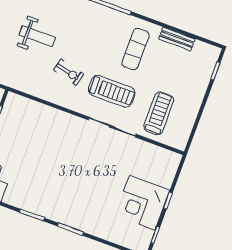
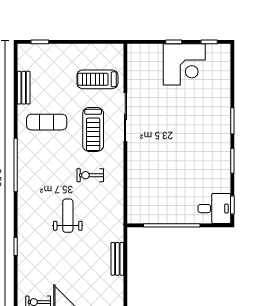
exercise bike: (69, 72) -> (90, 175), turned -104
treadmill: (112, 91) -> (93, 129), turned 180

